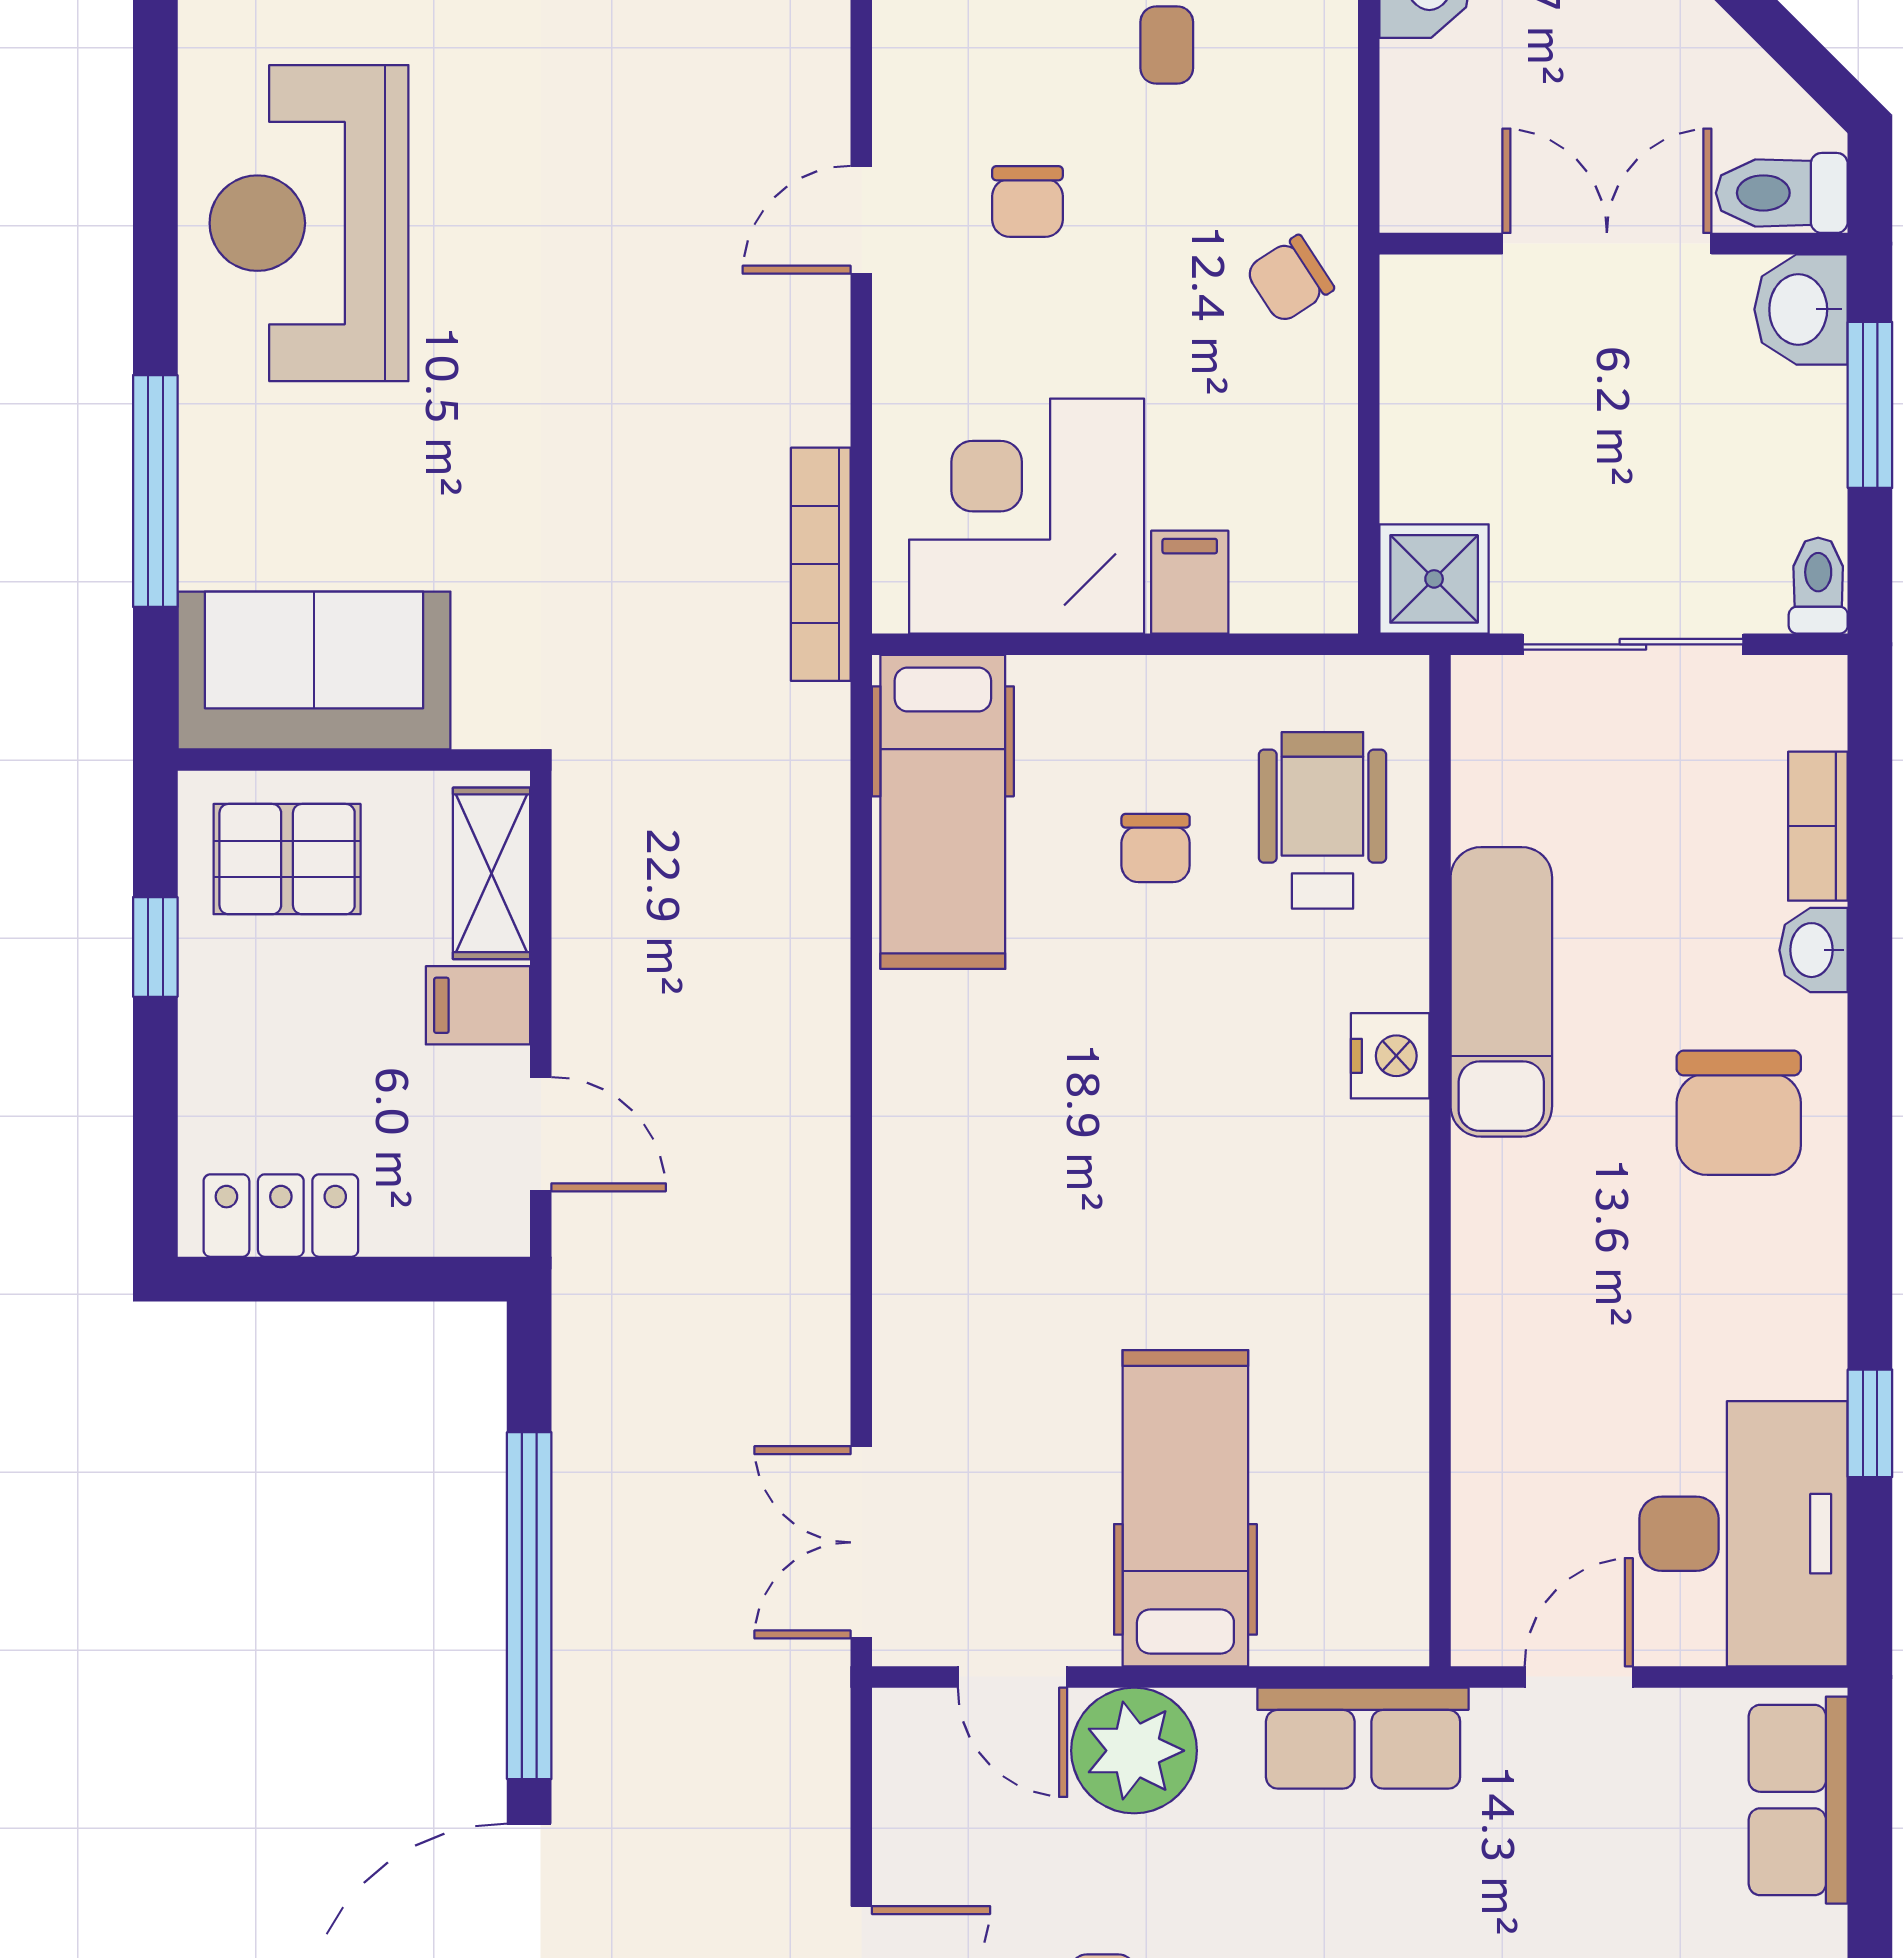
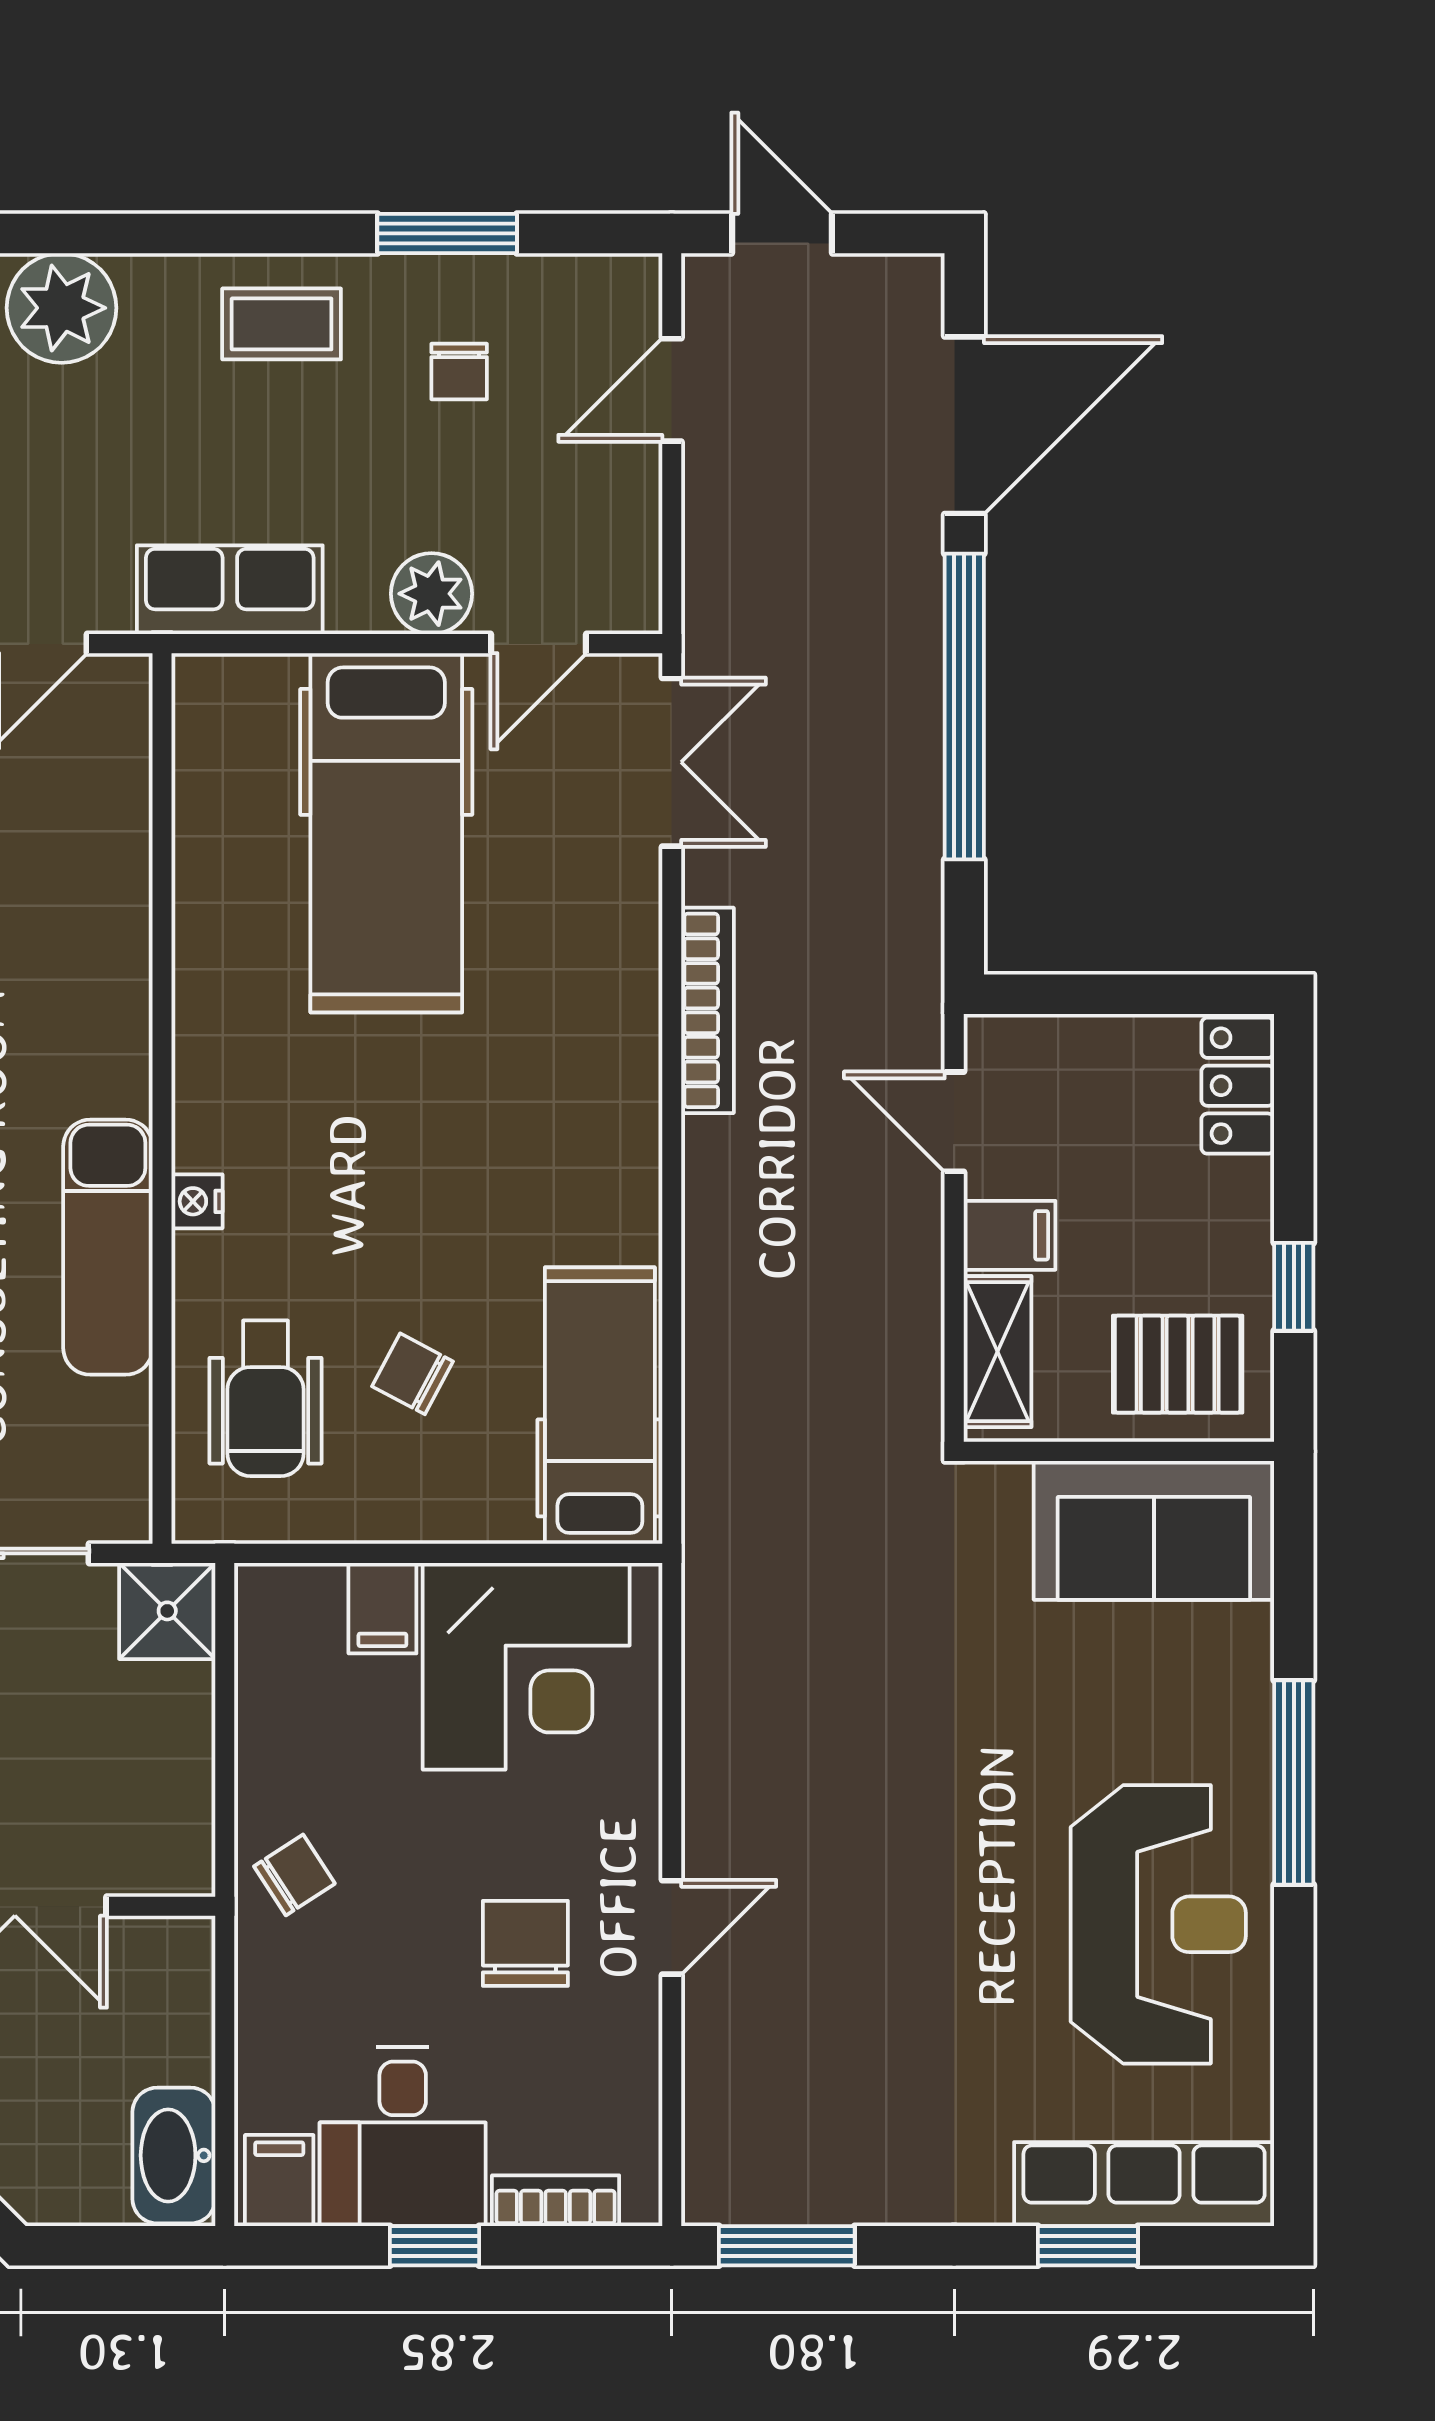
chair: (1027, 201) -> (525, 1943), width x1.37, depth x1.37
window: (155, 491) -> (1294, 1782), moved
bookcase: (821, 564) -> (707, 1010), moved
chair: (1156, 848) -> (413, 1374), turned -62
nightstand: (1390, 1056) -> (197, 1201), width x0.72, depth x0.74
locker: (281, 1216) -> (1238, 1086), moved, turned 90
hospital bed: (1185, 1508) -> (386, 833), width x1.37, depth x1.29
door: (1012, 1677) -> (539, 644), swing flipped
plant: (1134, 1751) -> (431, 594), width x0.73, depth x0.73

